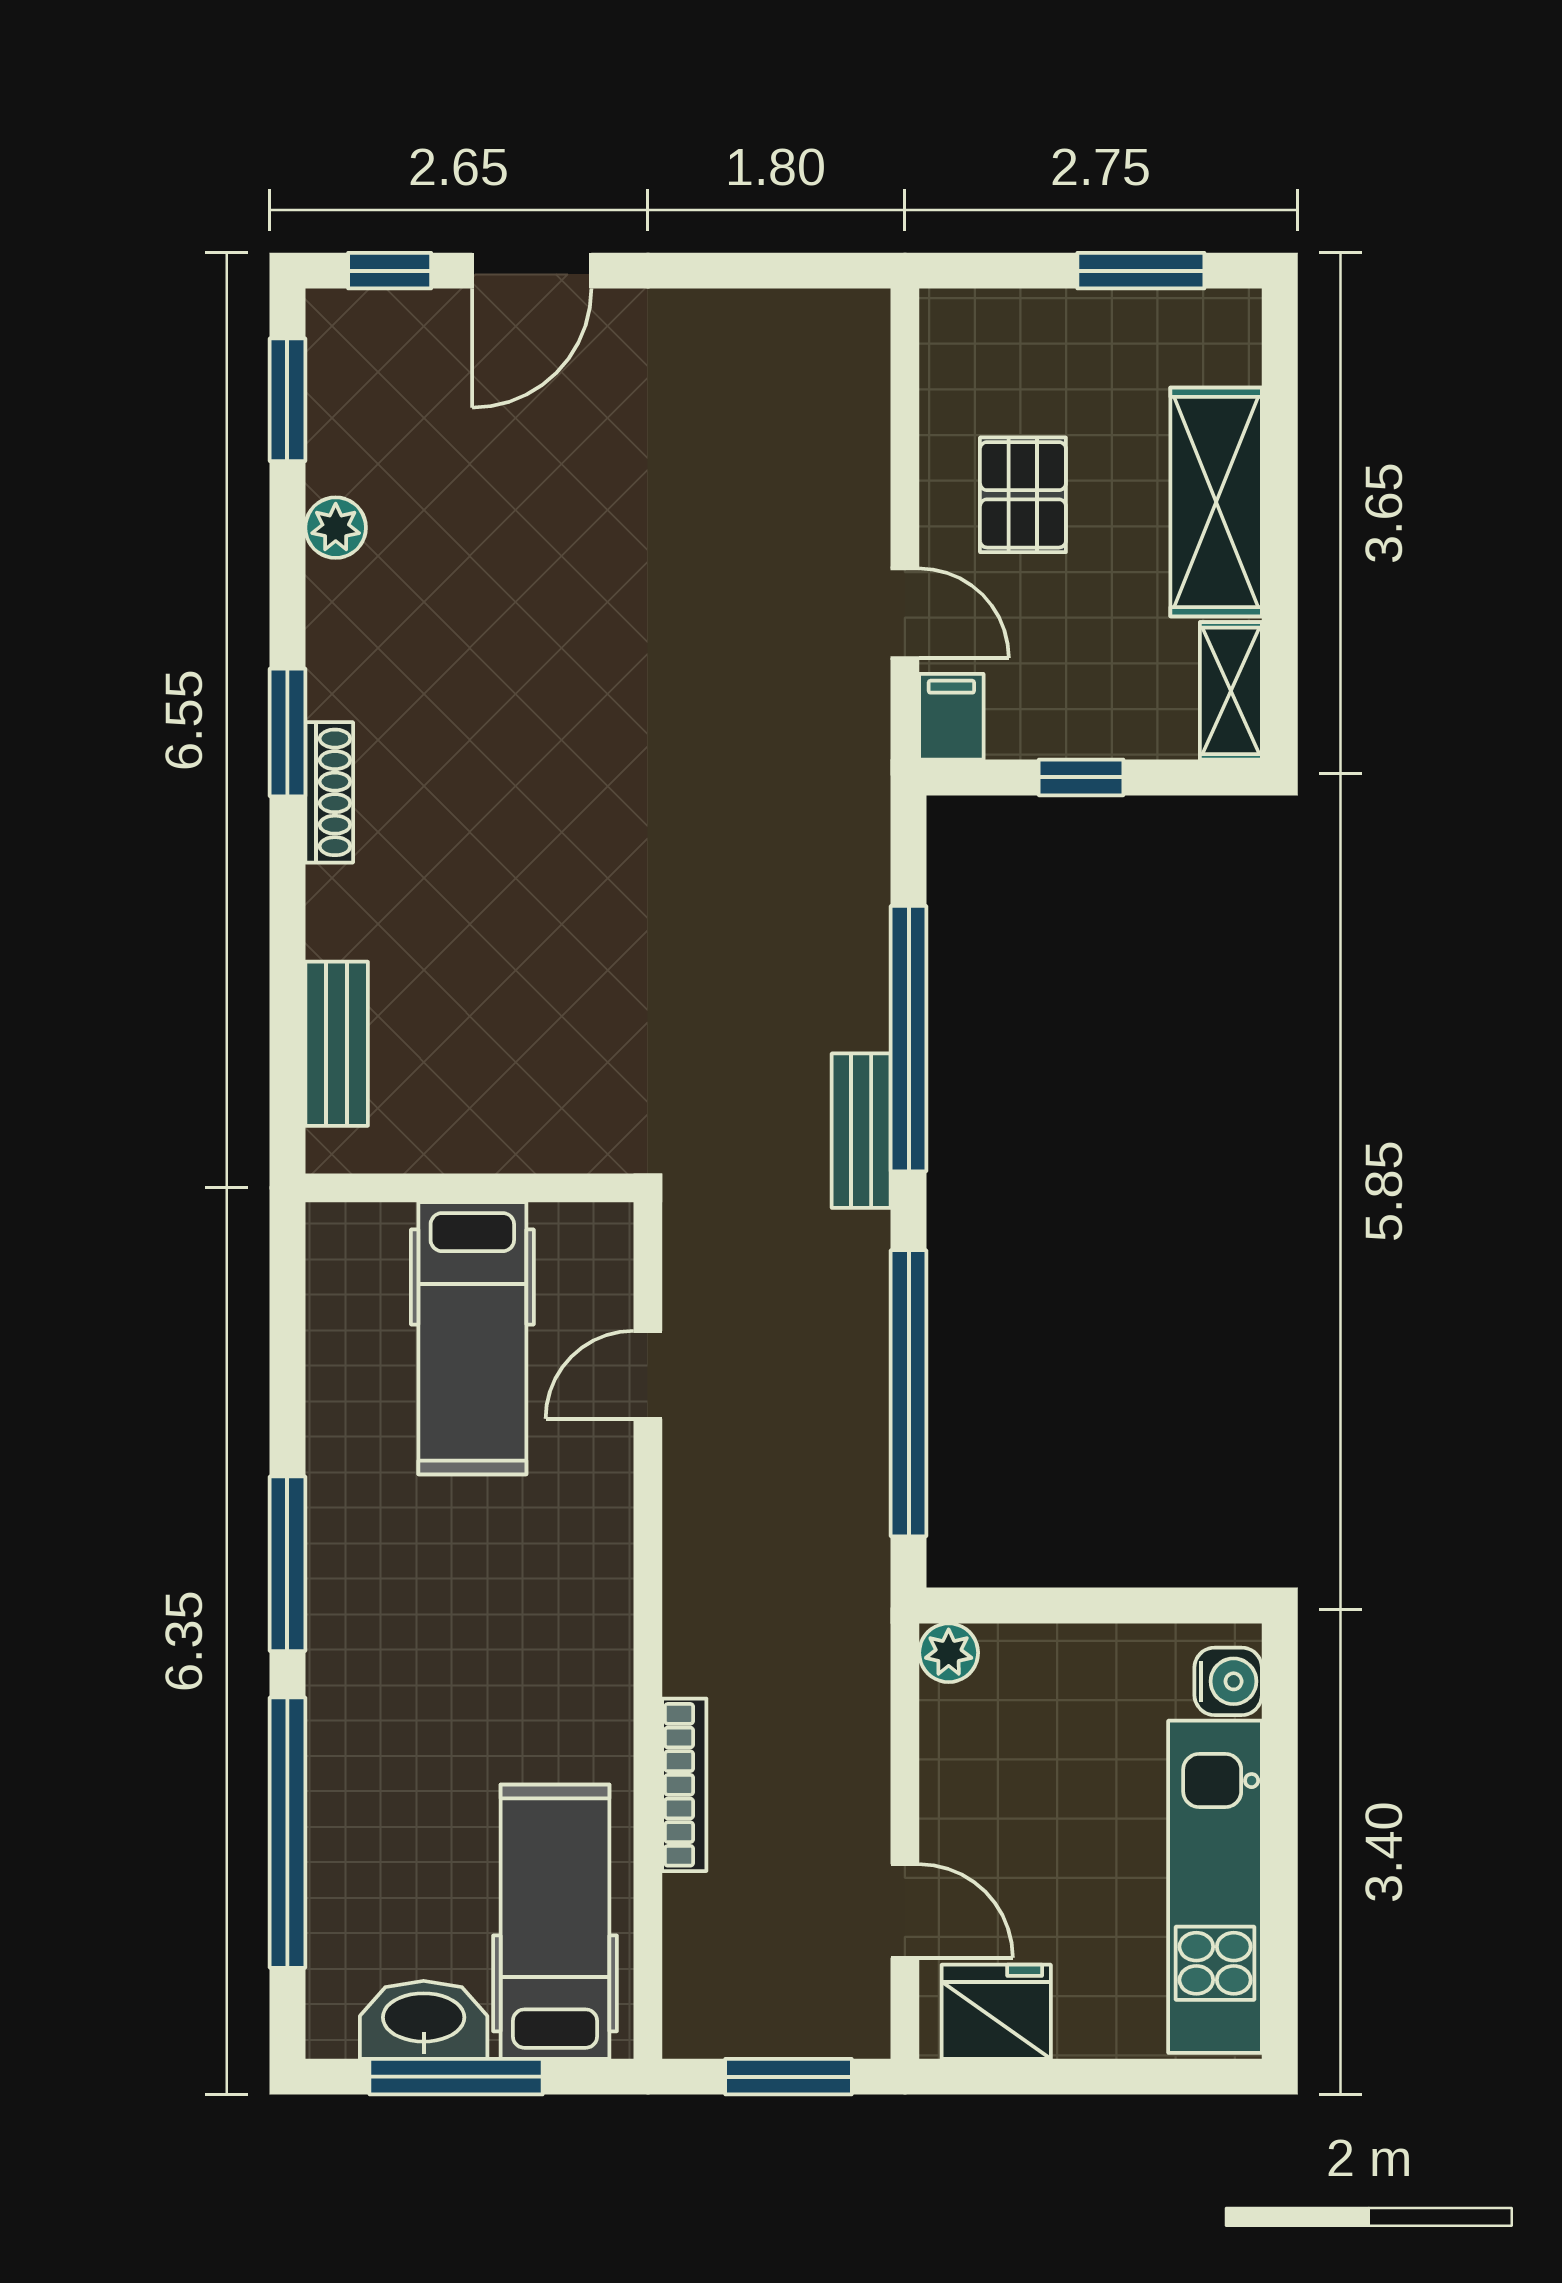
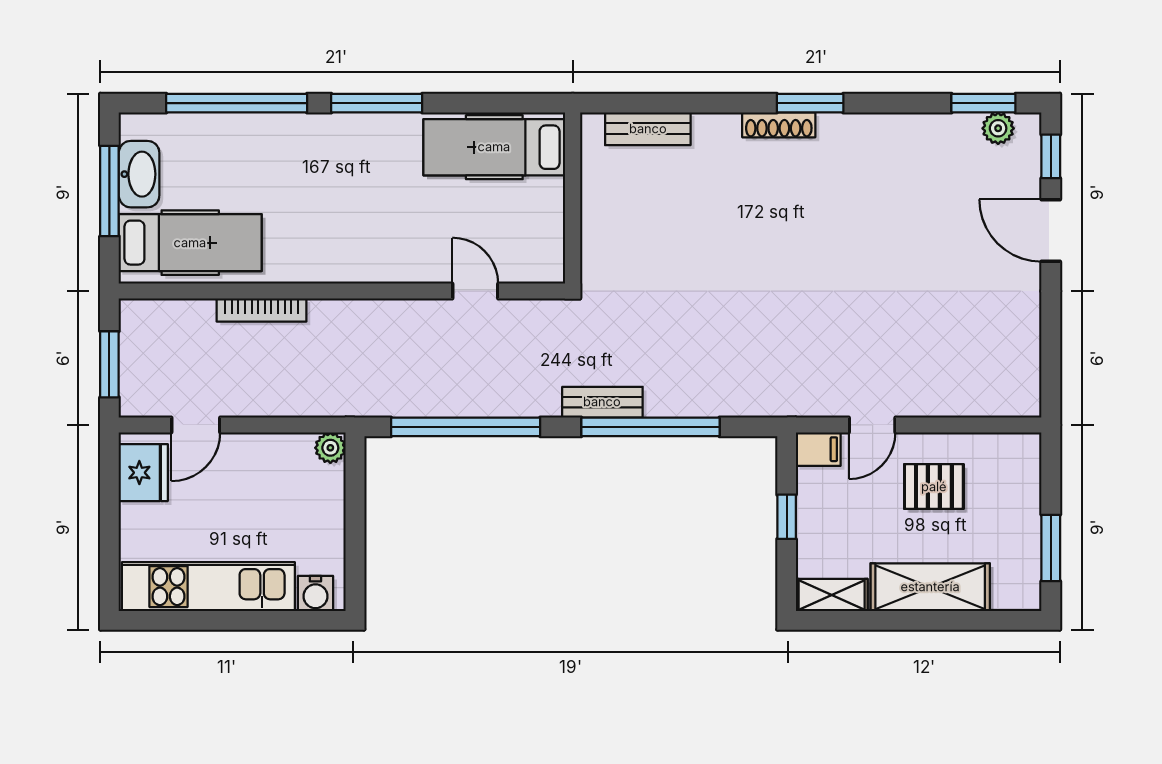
plant: (336, 528) -> (998, 128), moved
hospital bed: (472, 1338) -> (494, 147), moved

